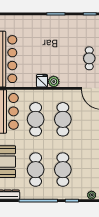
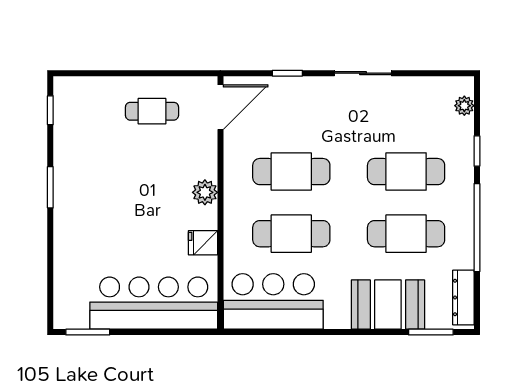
fridge: (42, 81) -> (203, 243), moved

